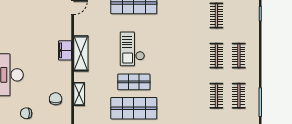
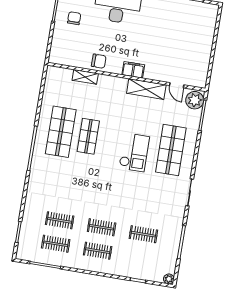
checkout: (132, 49) -> (134, 152), moved, turned 90
shelving: (81, 53) -> (146, 89), moved
chair: (56, 99) -> (99, 61), moved

